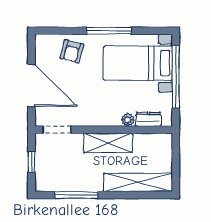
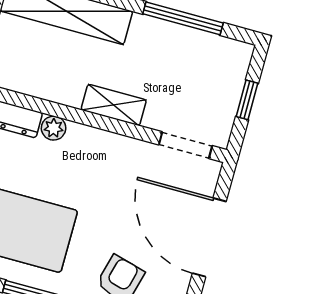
shelving: (108, 143) -> (114, 105), width x0.67, depth x0.75

